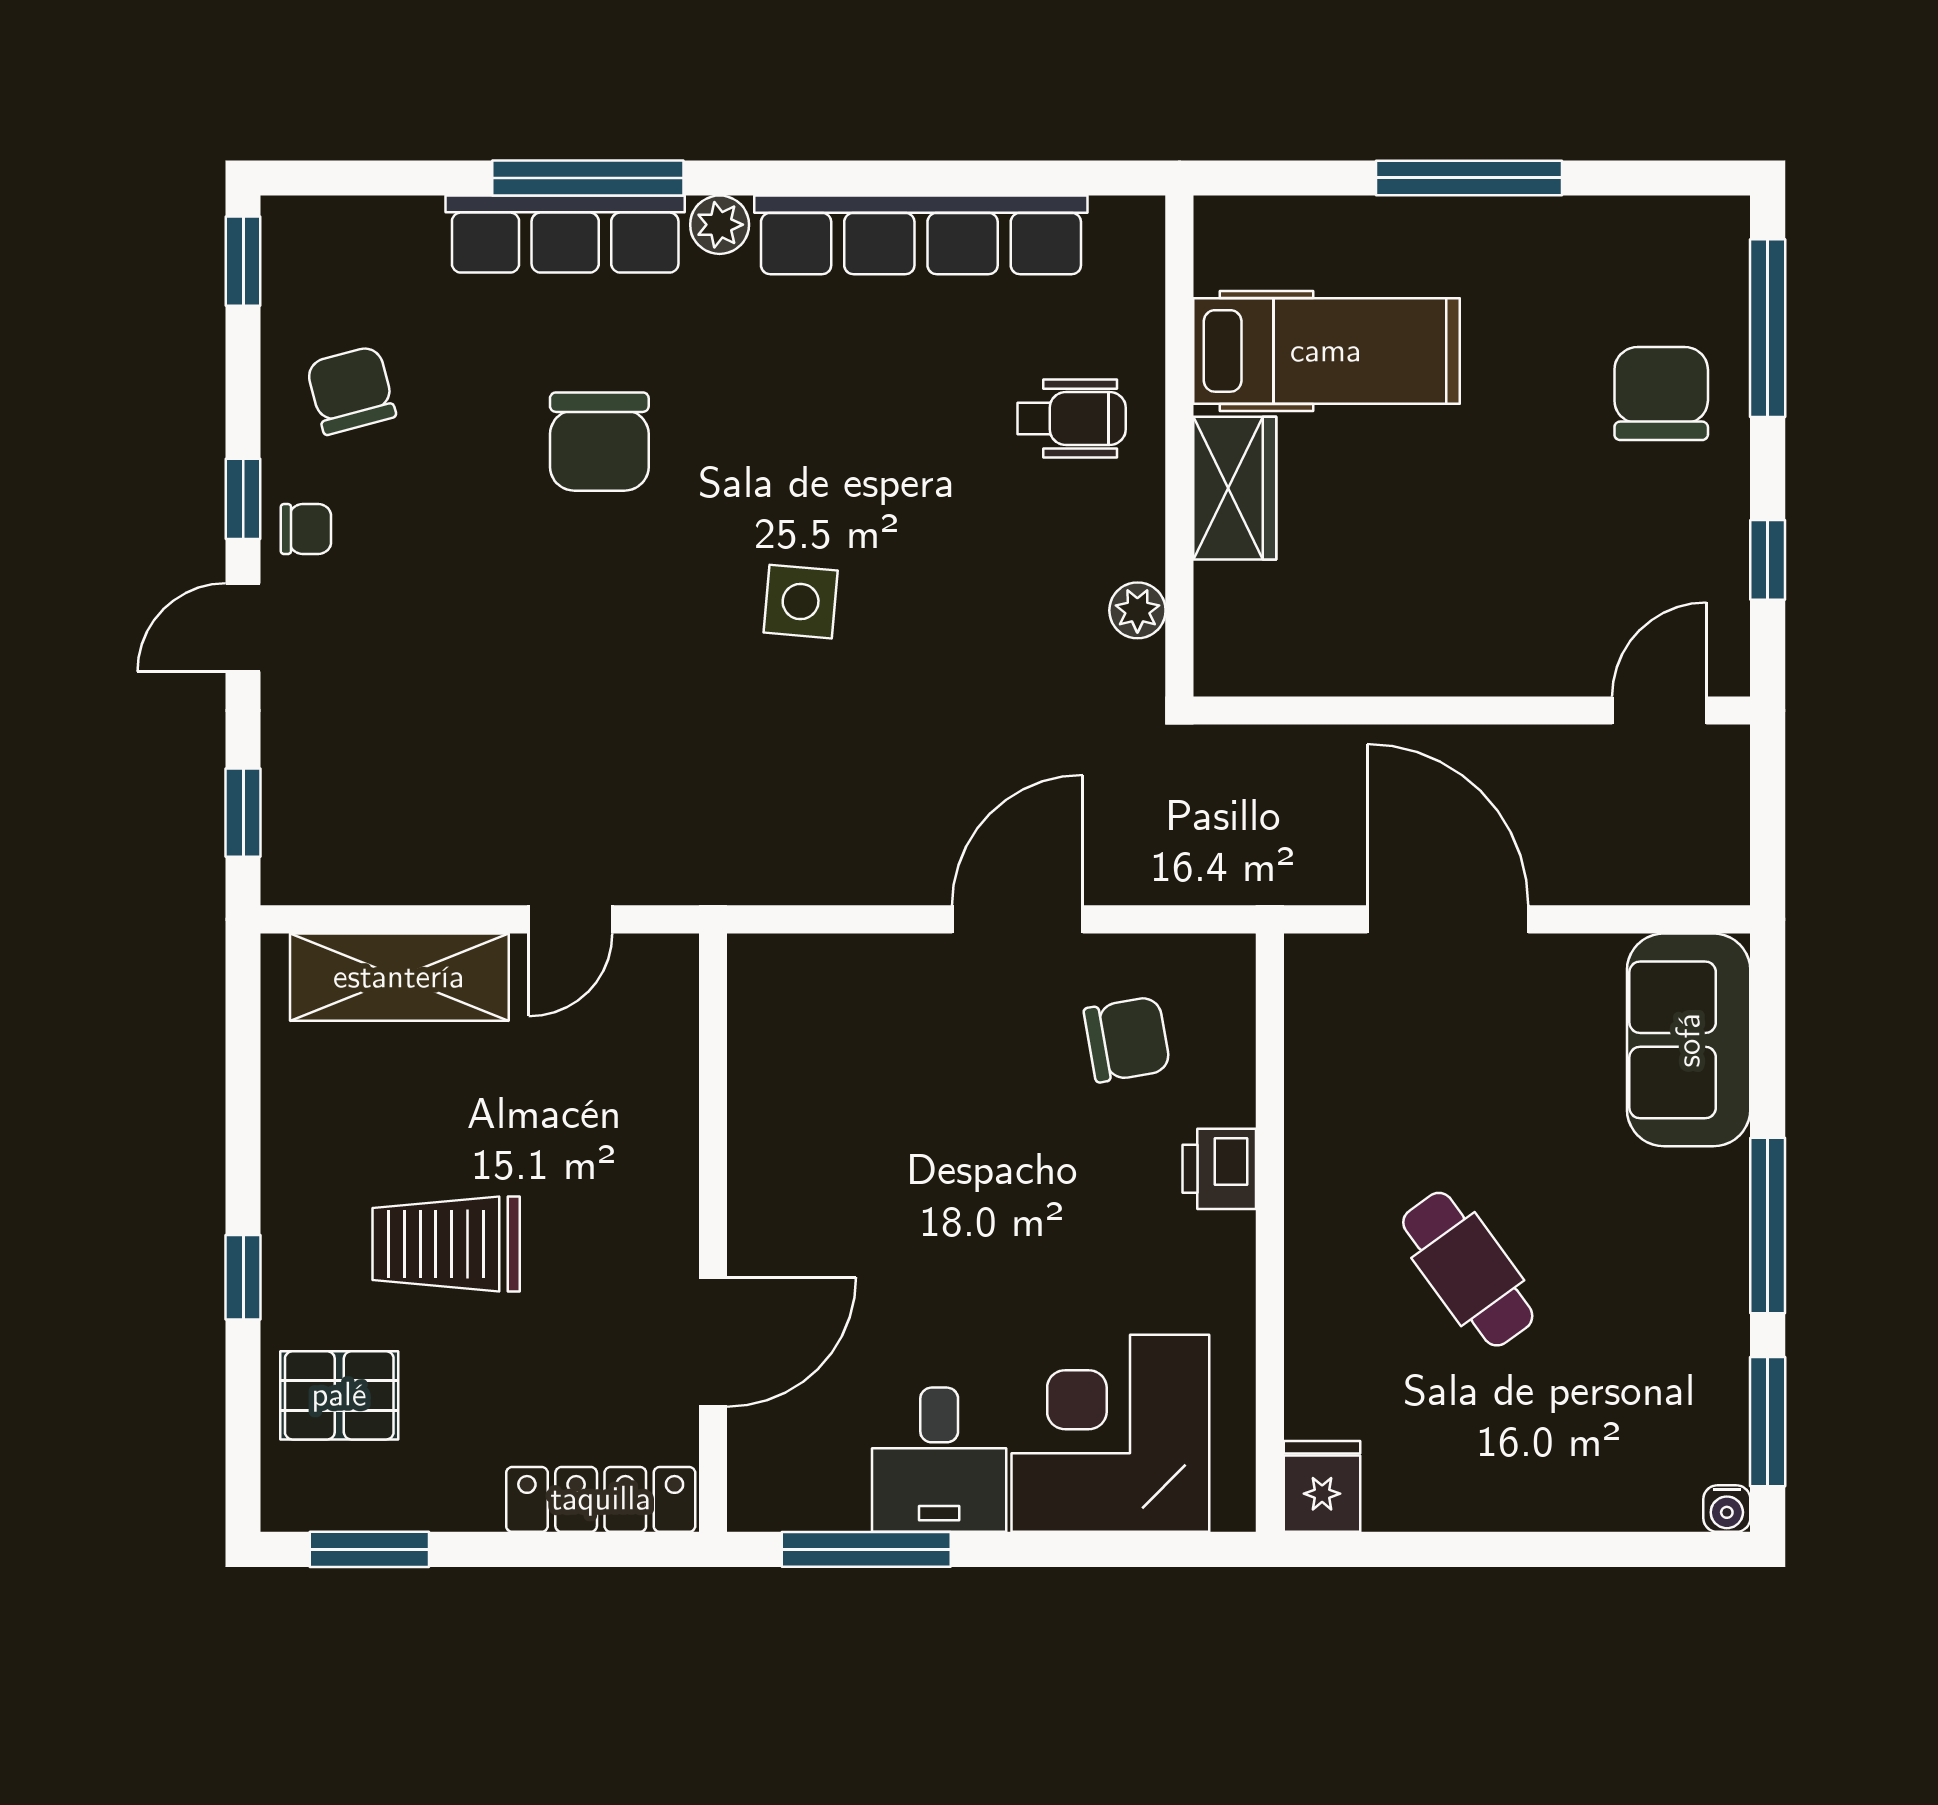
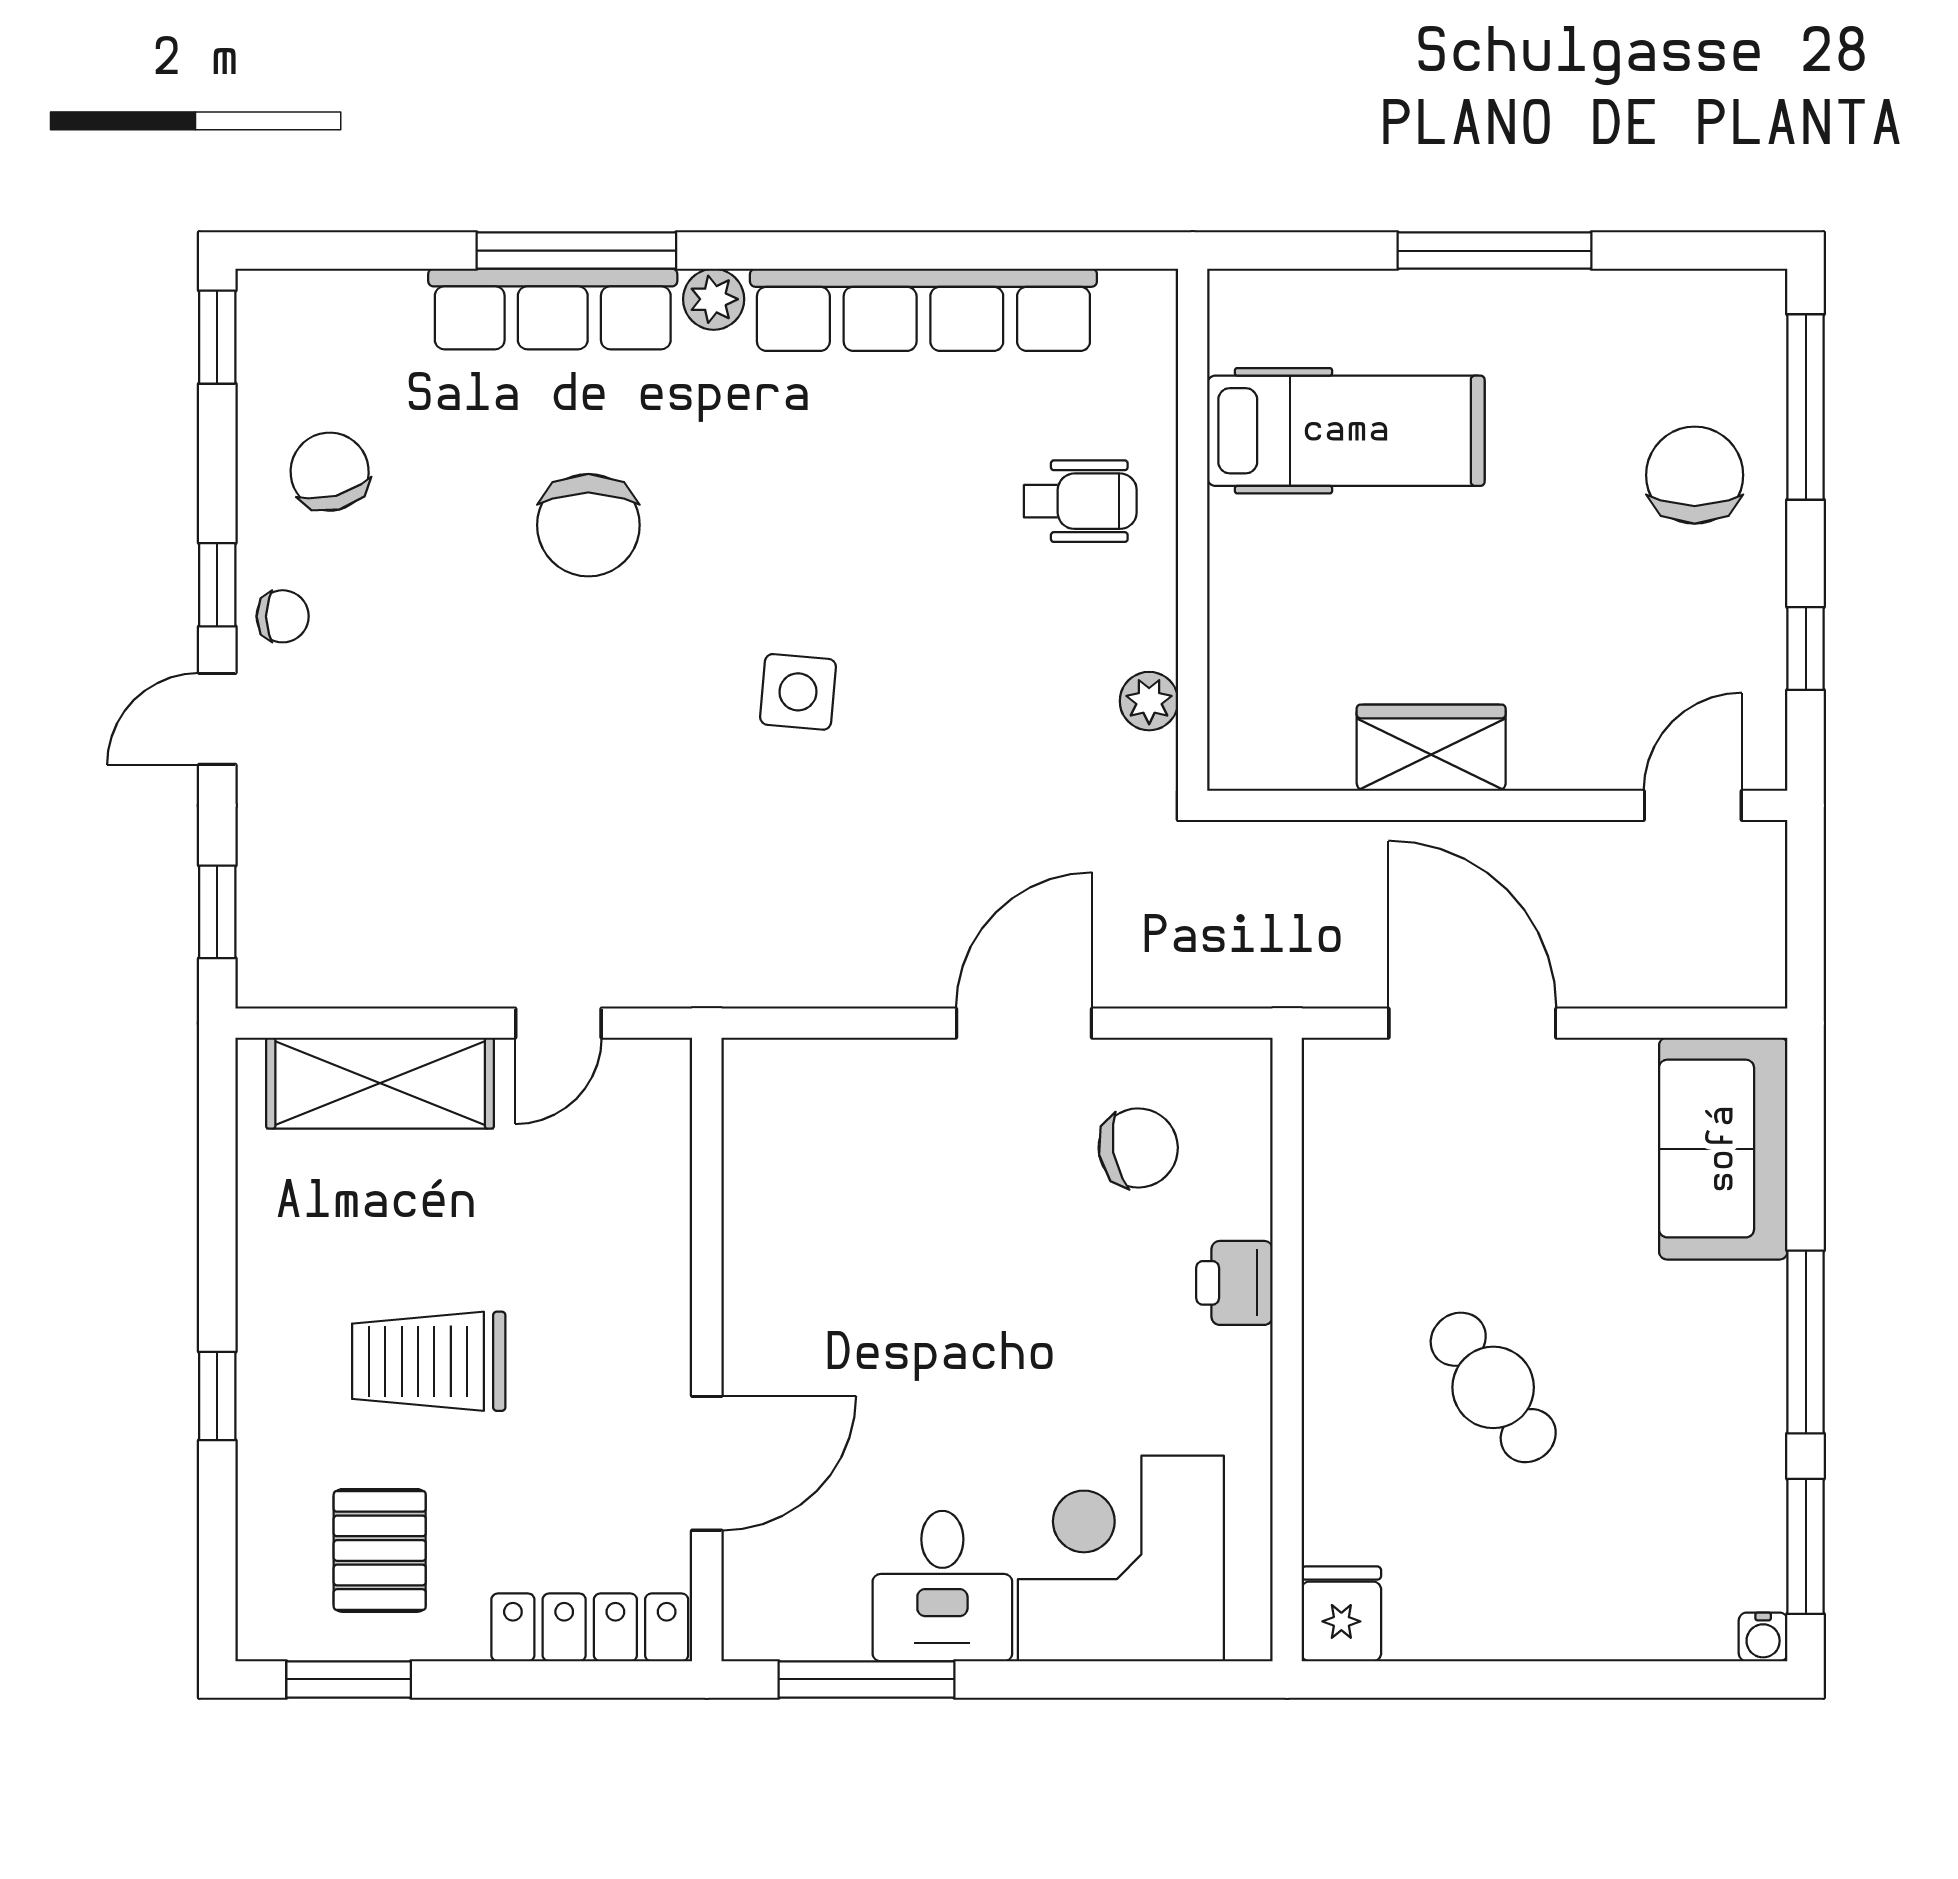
wardrobe: (1235, 488) -> (1431, 748), moved, turned -90
pallet: (339, 1395) -> (380, 1550), moved, turned 90

